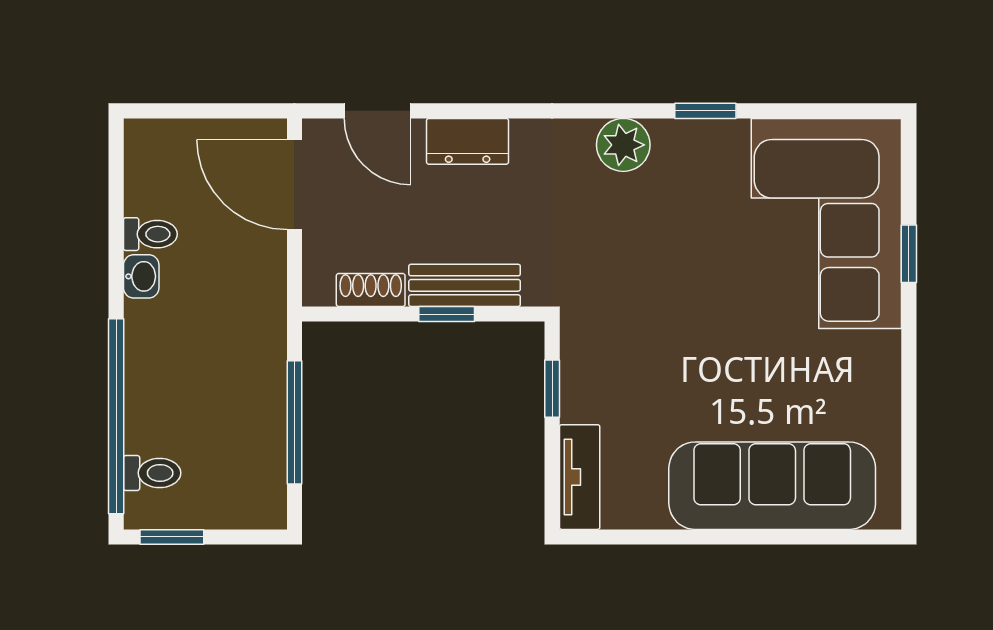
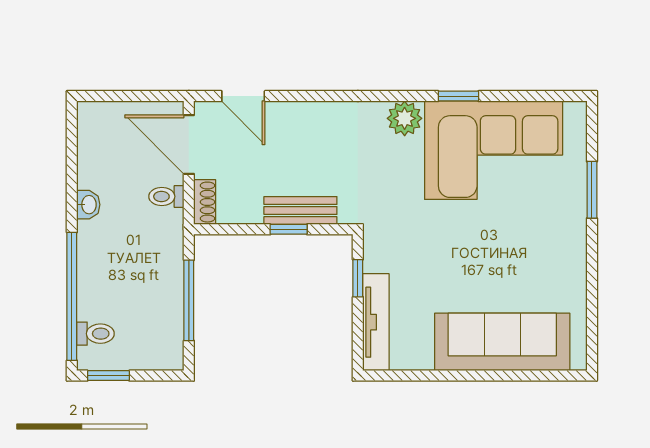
dresser: (468, 141) -> (302, 116), removed
corner sofa: (826, 223) -> (494, 150), moved, turned -90
toilet: (150, 234) -> (166, 196), moved, turned 180
window: (909, 254) -> (592, 190), width x1.50
shoe rack: (371, 290) -> (205, 202), moved, turned 90
tv unit: (580, 477) -> (376, 322), width x1.41

